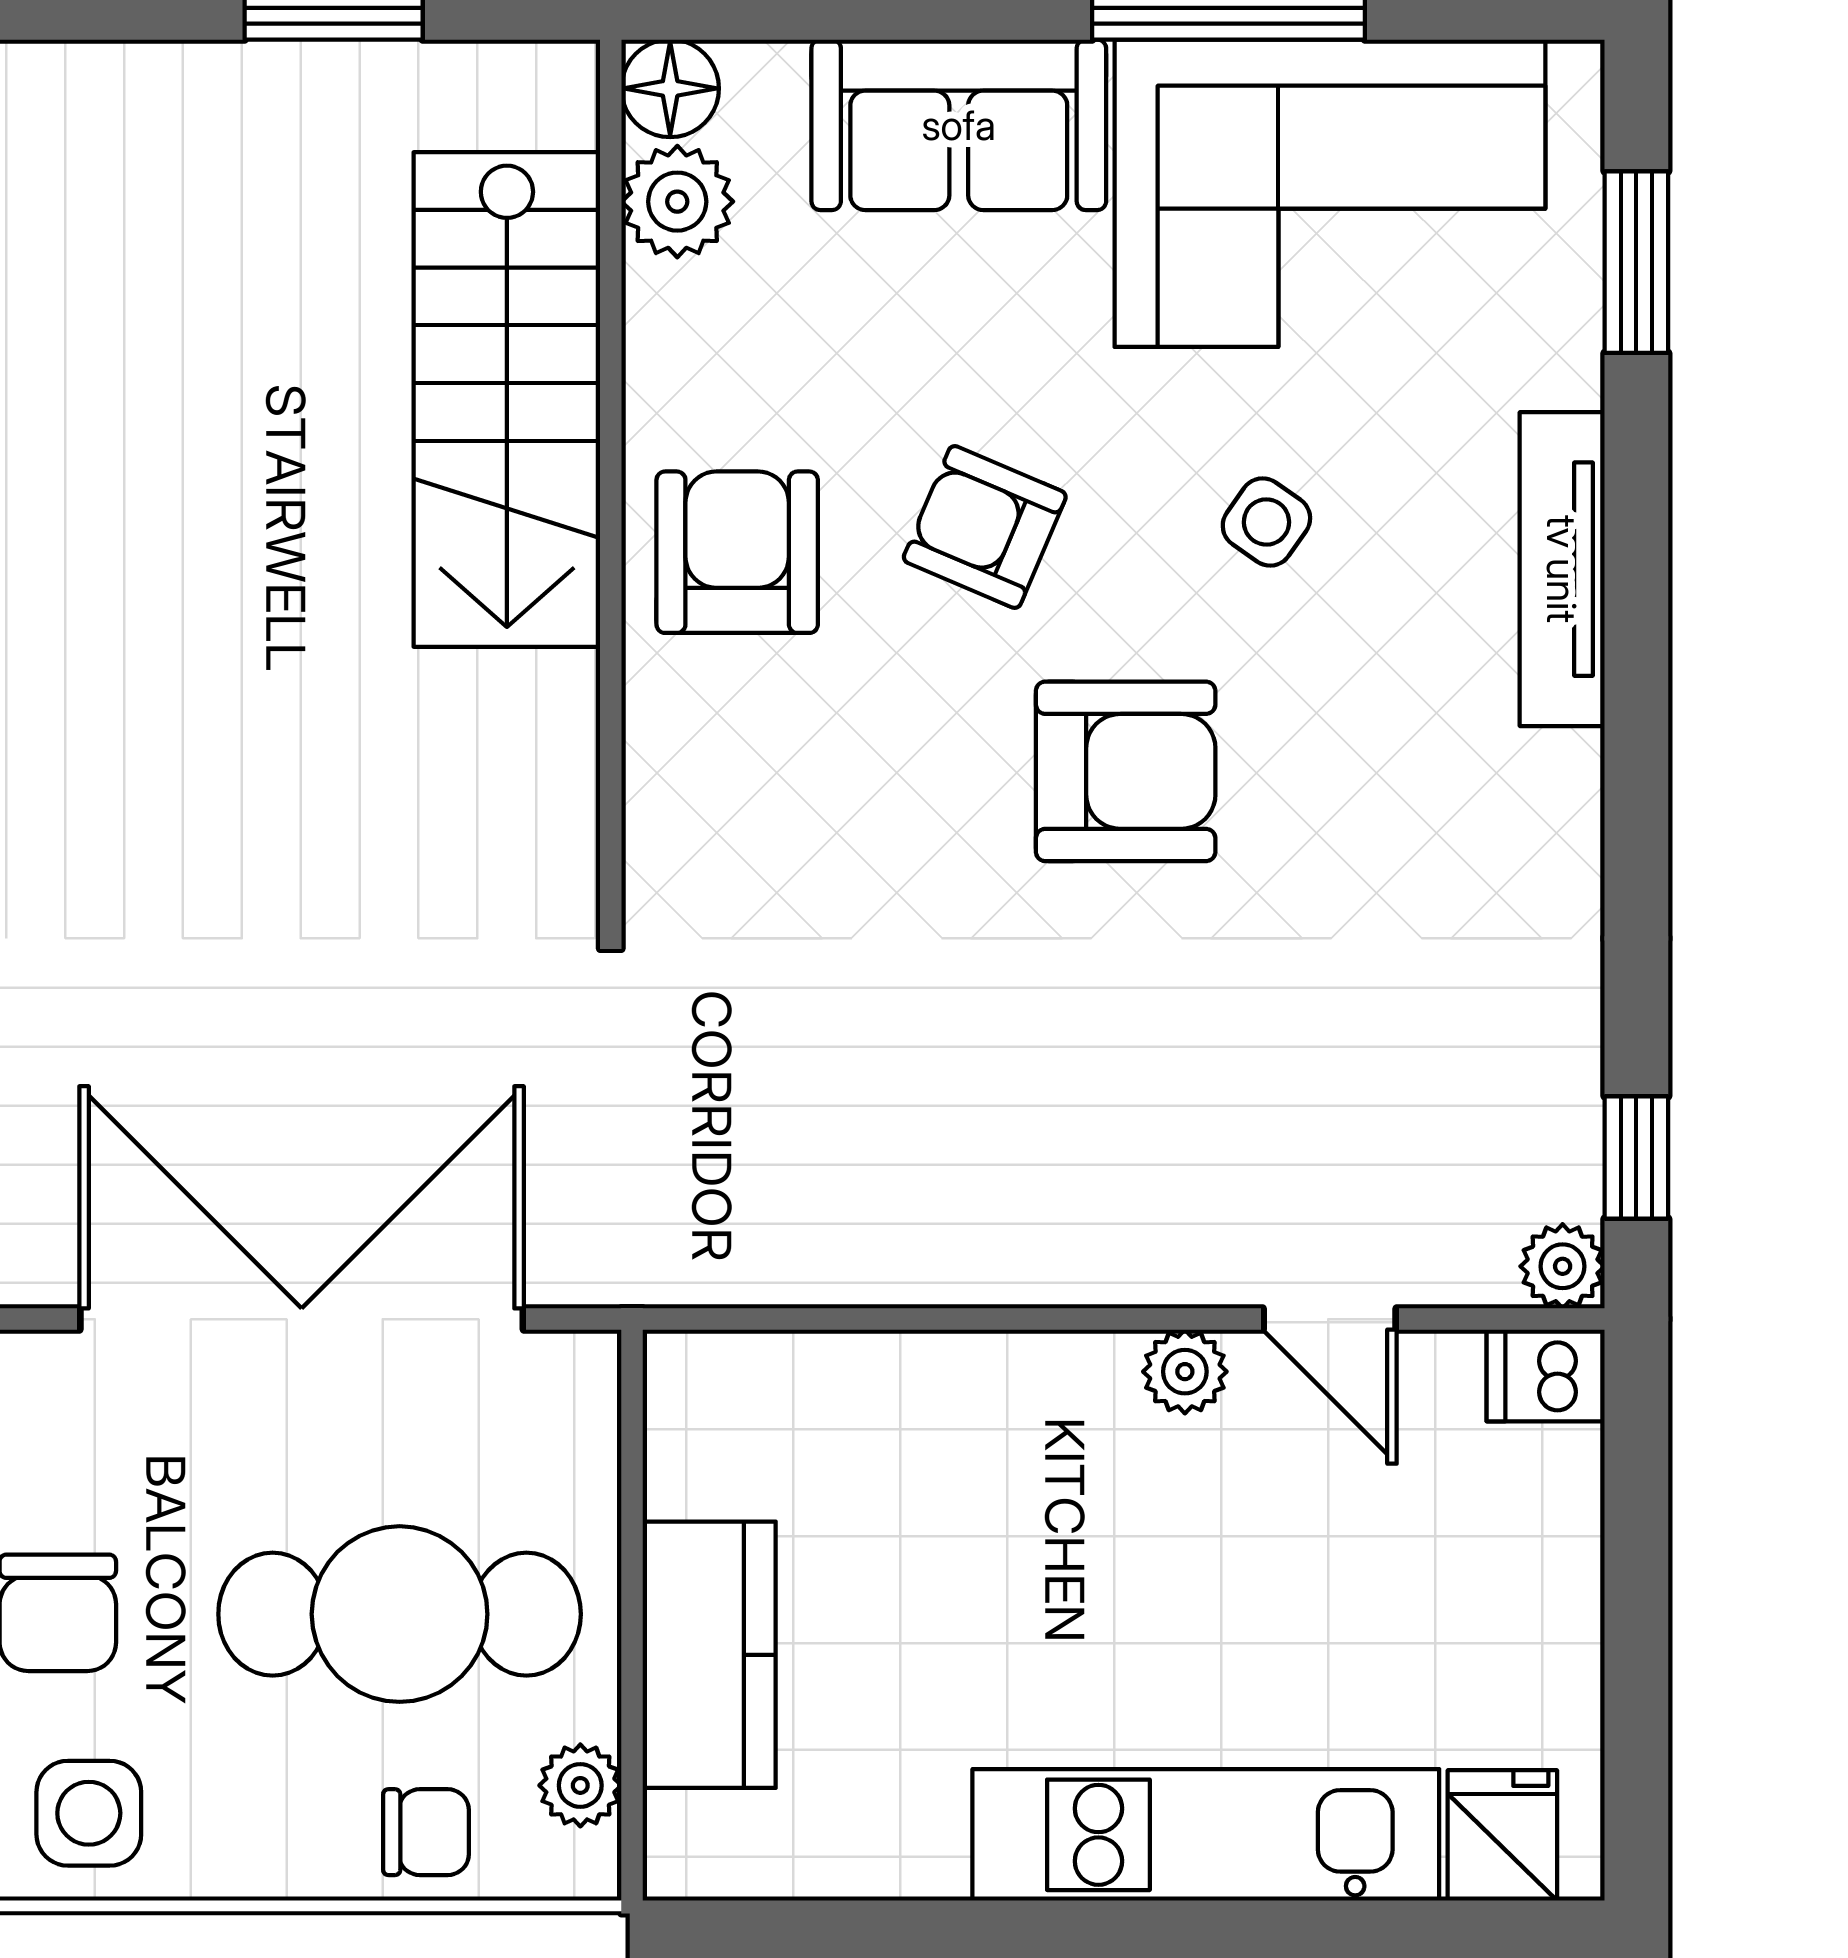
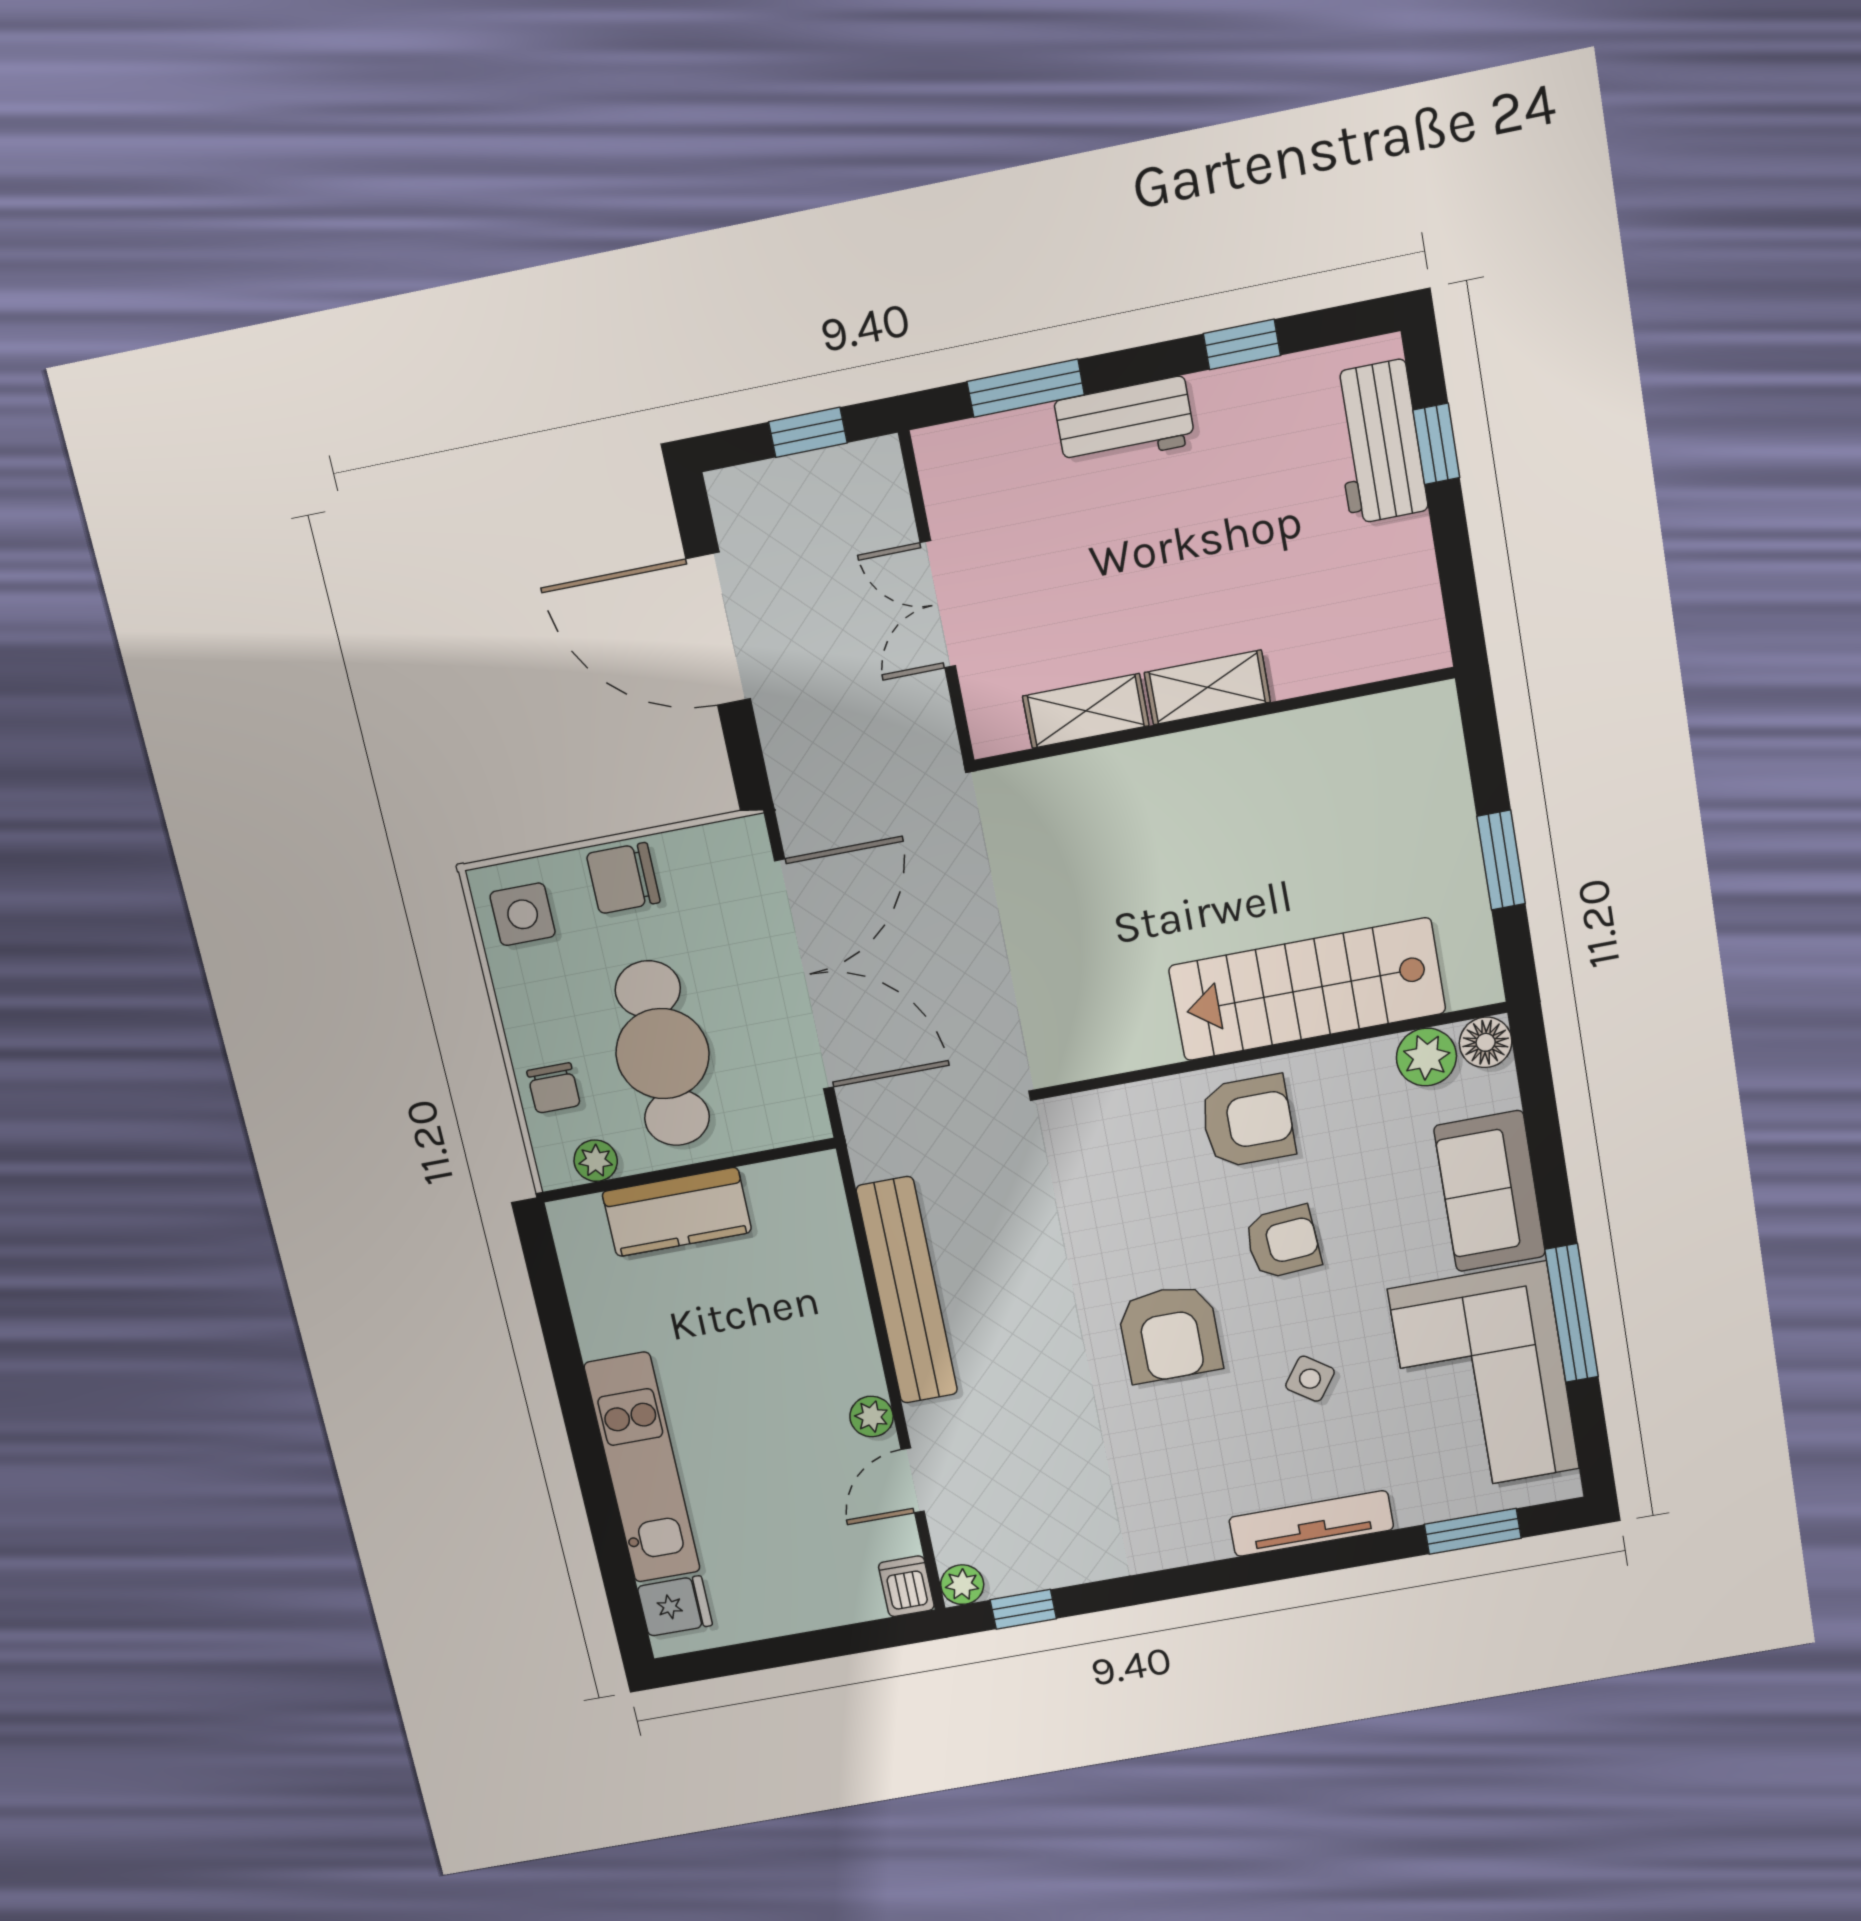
armchair: (985, 527) -> (1283, 1242), turned 63
bench: (946, 1253) -> (907, 1291), added

